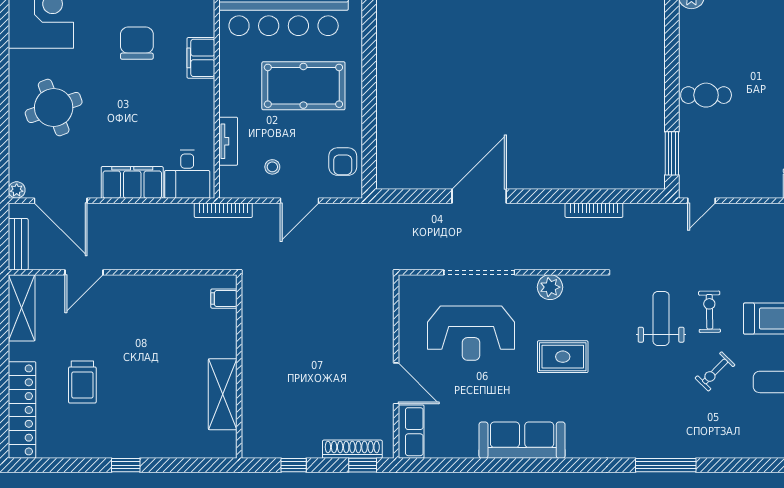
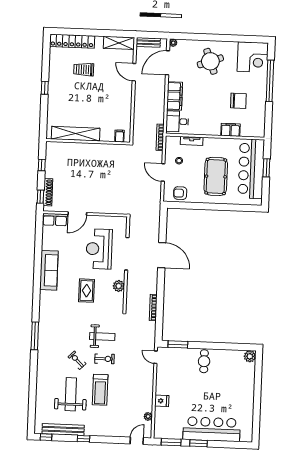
shelving: (223, 394) -> (76, 134), width x1.47

